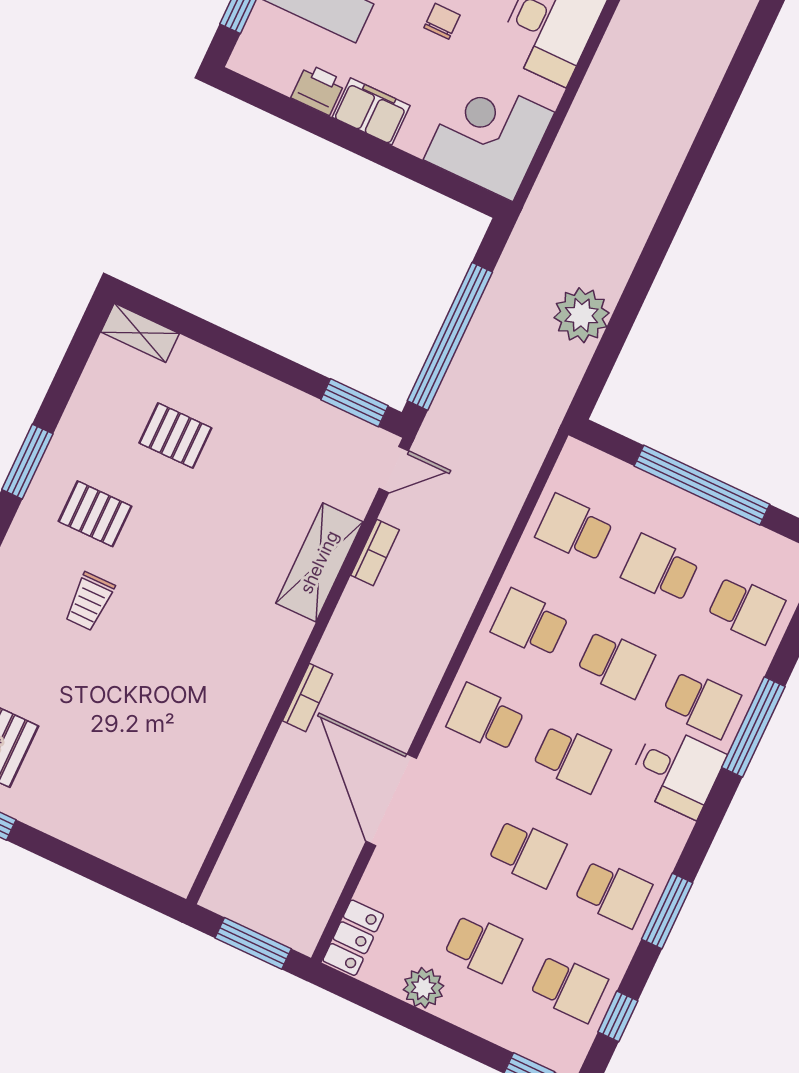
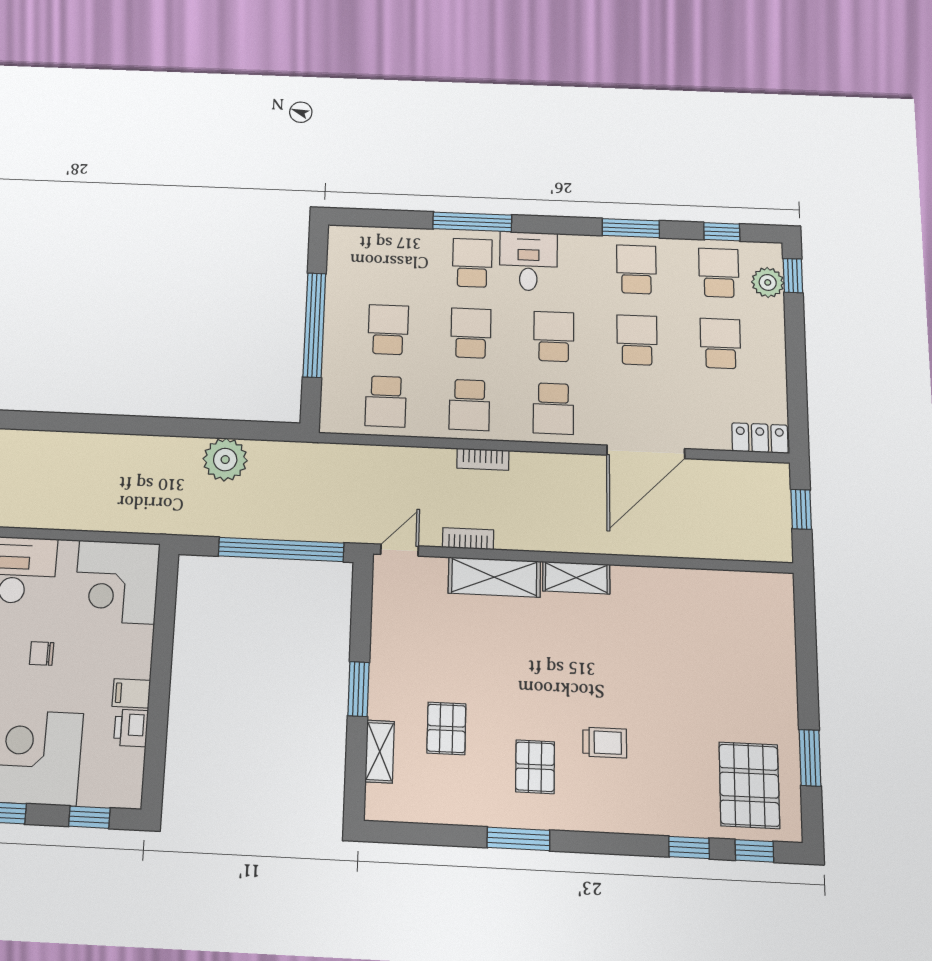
filing cabinet: (371, 111) -> (131, 693), width x0.50
shelving: (140, 333) -> (380, 752), moved
window: (354, 403) -> (358, 689), moved
door: (394, 469) -> (400, 550), hinge flipped
school desk: (660, 569) -> (388, 330), turned 180
school desk: (746, 609) -> (391, 260), removed
shelving: (281, 654) -> (576, 578), added
bookcase: (308, 697) -> (483, 459), moved, turned 180
window: (253, 943) -> (801, 509), width x0.67
plant: (423, 988) -> (768, 282), moved

